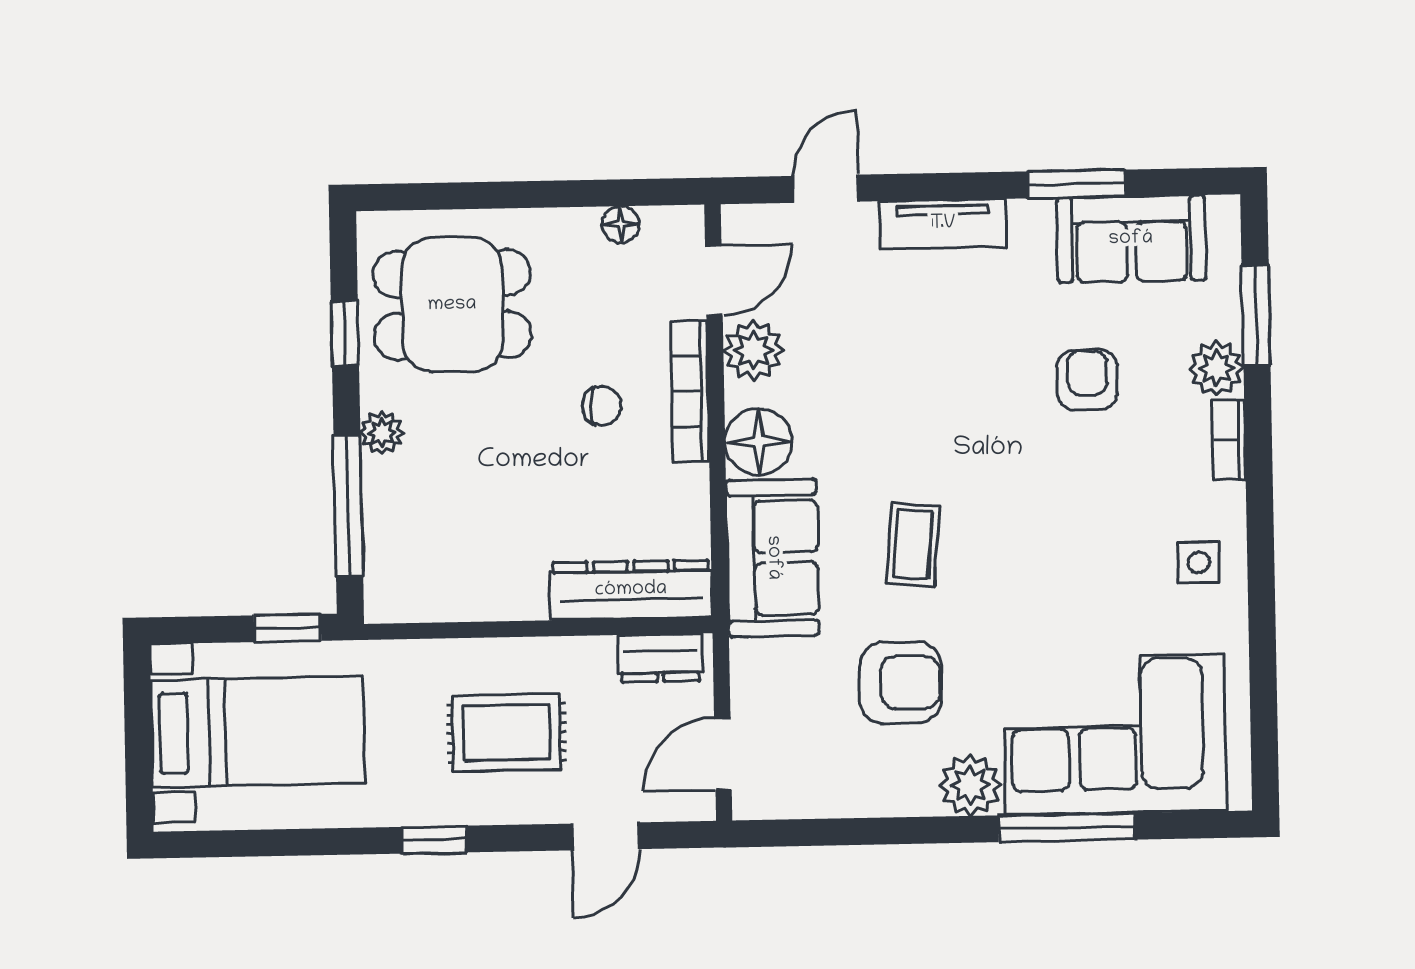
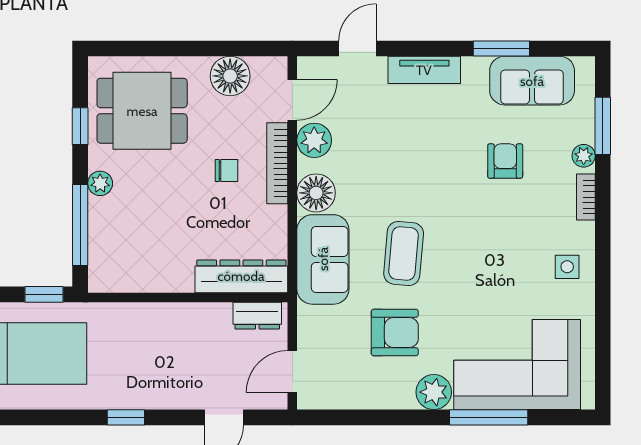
floor lamp: (621, 224) -> (230, 76), width x1.89, depth x1.89
plant: (1216, 368) -> (584, 156), width x0.73, depth x0.73
coffee table: (913, 545) -> (404, 253), width x1.36, depth x1.30
rug: (507, 733) -> (168, 357), removed

